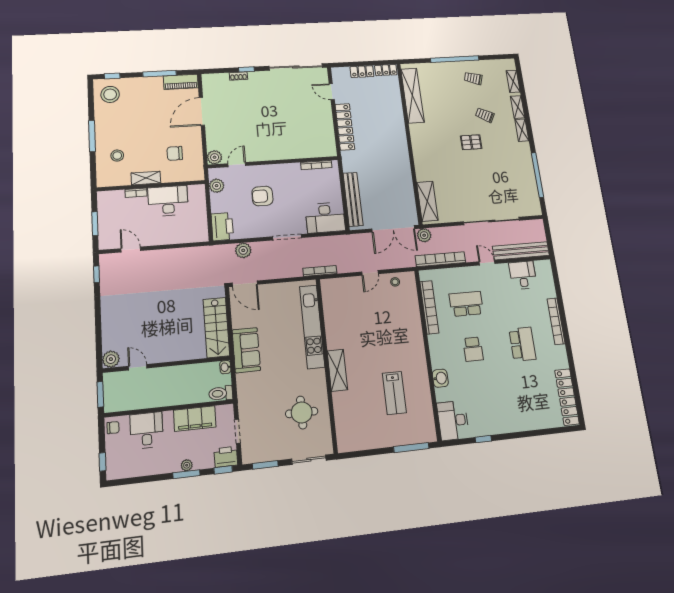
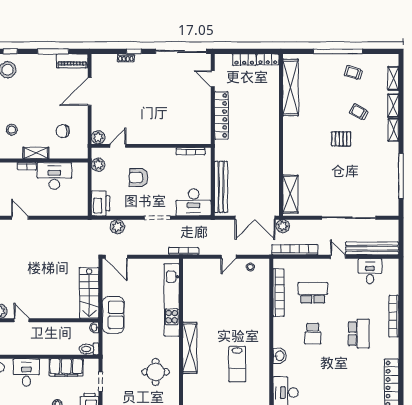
shelving: (337, 370) -> (190, 348), width x1.47

